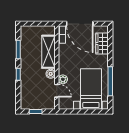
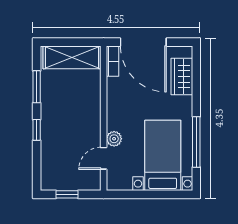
shelving: (49, 52) -> (72, 57), moved, turned 90
boiler: (51, 74) -> (93, 129), removed
door: (57, 91) -> (104, 158), swing flipped

